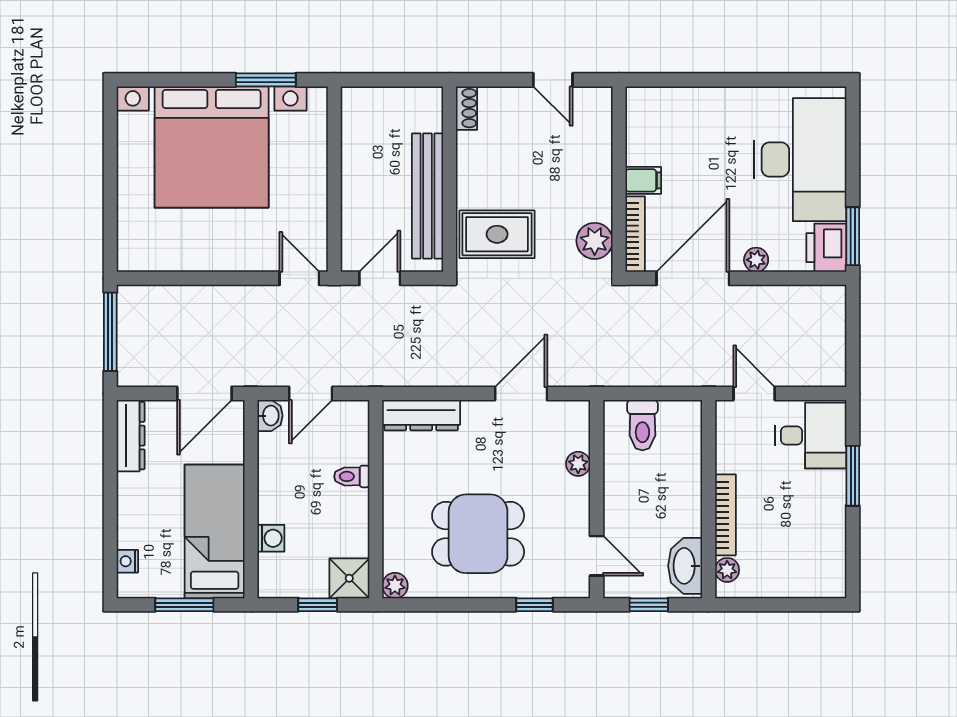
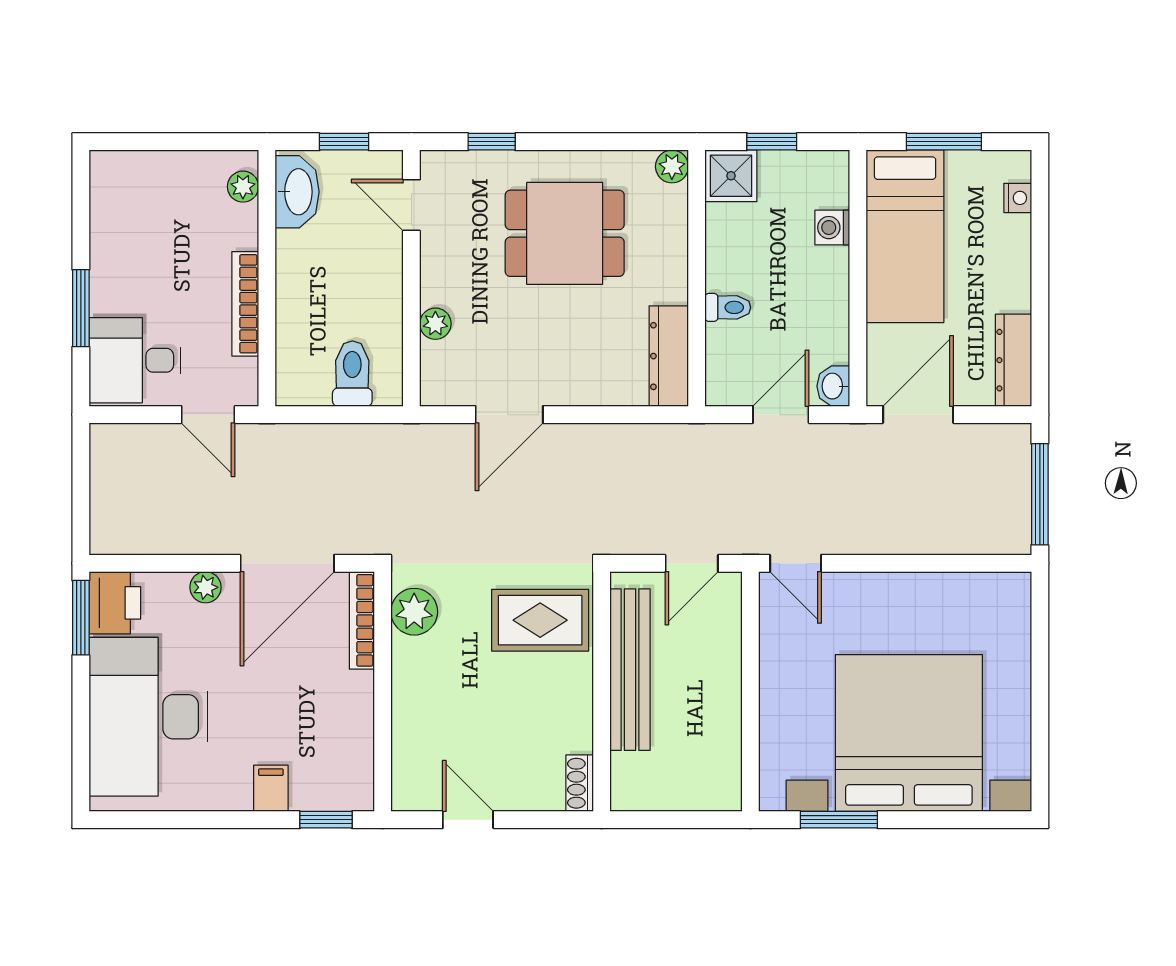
window: (663, 80) -> (326, 820), added
filing cabinet: (643, 180) -> (271, 788), moved, turned 90
dresser: (421, 415) -> (669, 356), moved, turned -90
bookcase: (725, 515) -> (245, 304), moved

